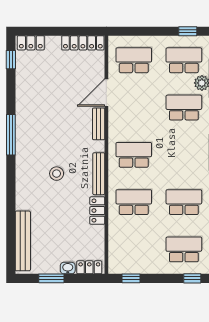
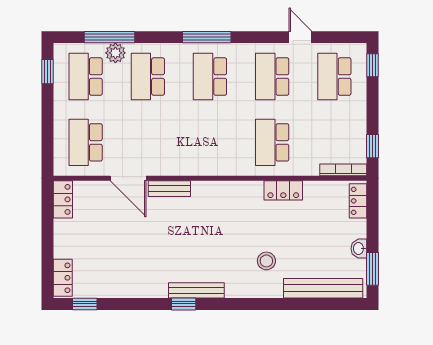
locker: (83, 43) -> (63, 199), width x0.66
window: (11, 135) -> (184, 304), width x0.46
school desk: (134, 155) -> (210, 77), moved
stool: (57, 174) -> (266, 261), moved
bench: (99, 174) -> (196, 290), moved
bookcase: (113, 256) -> (343, 170), added
washbasin: (68, 268) -> (359, 249), moved
window: (51, 278) -> (372, 269), moved

